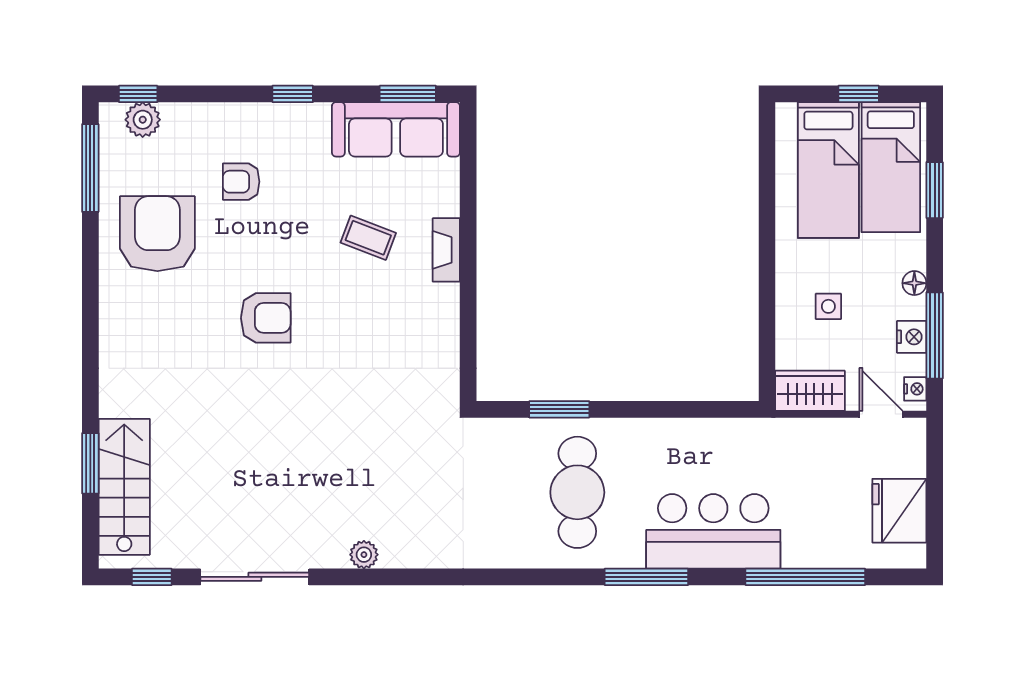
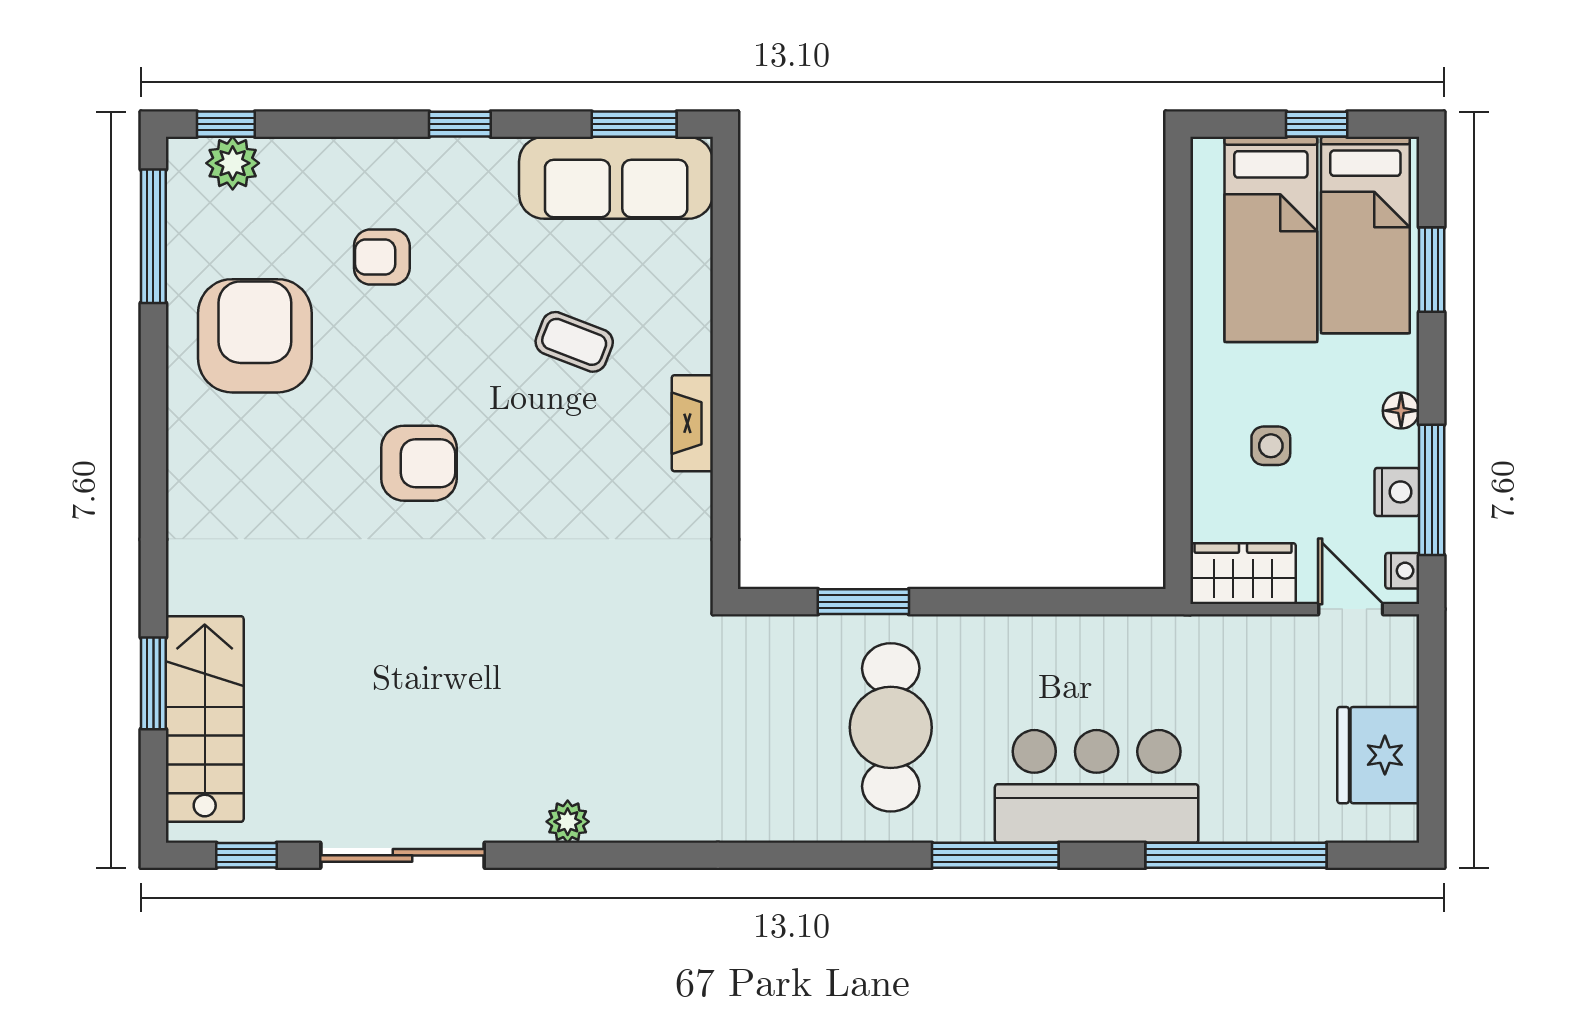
fireplace: (446, 250) -> (692, 423), moved

